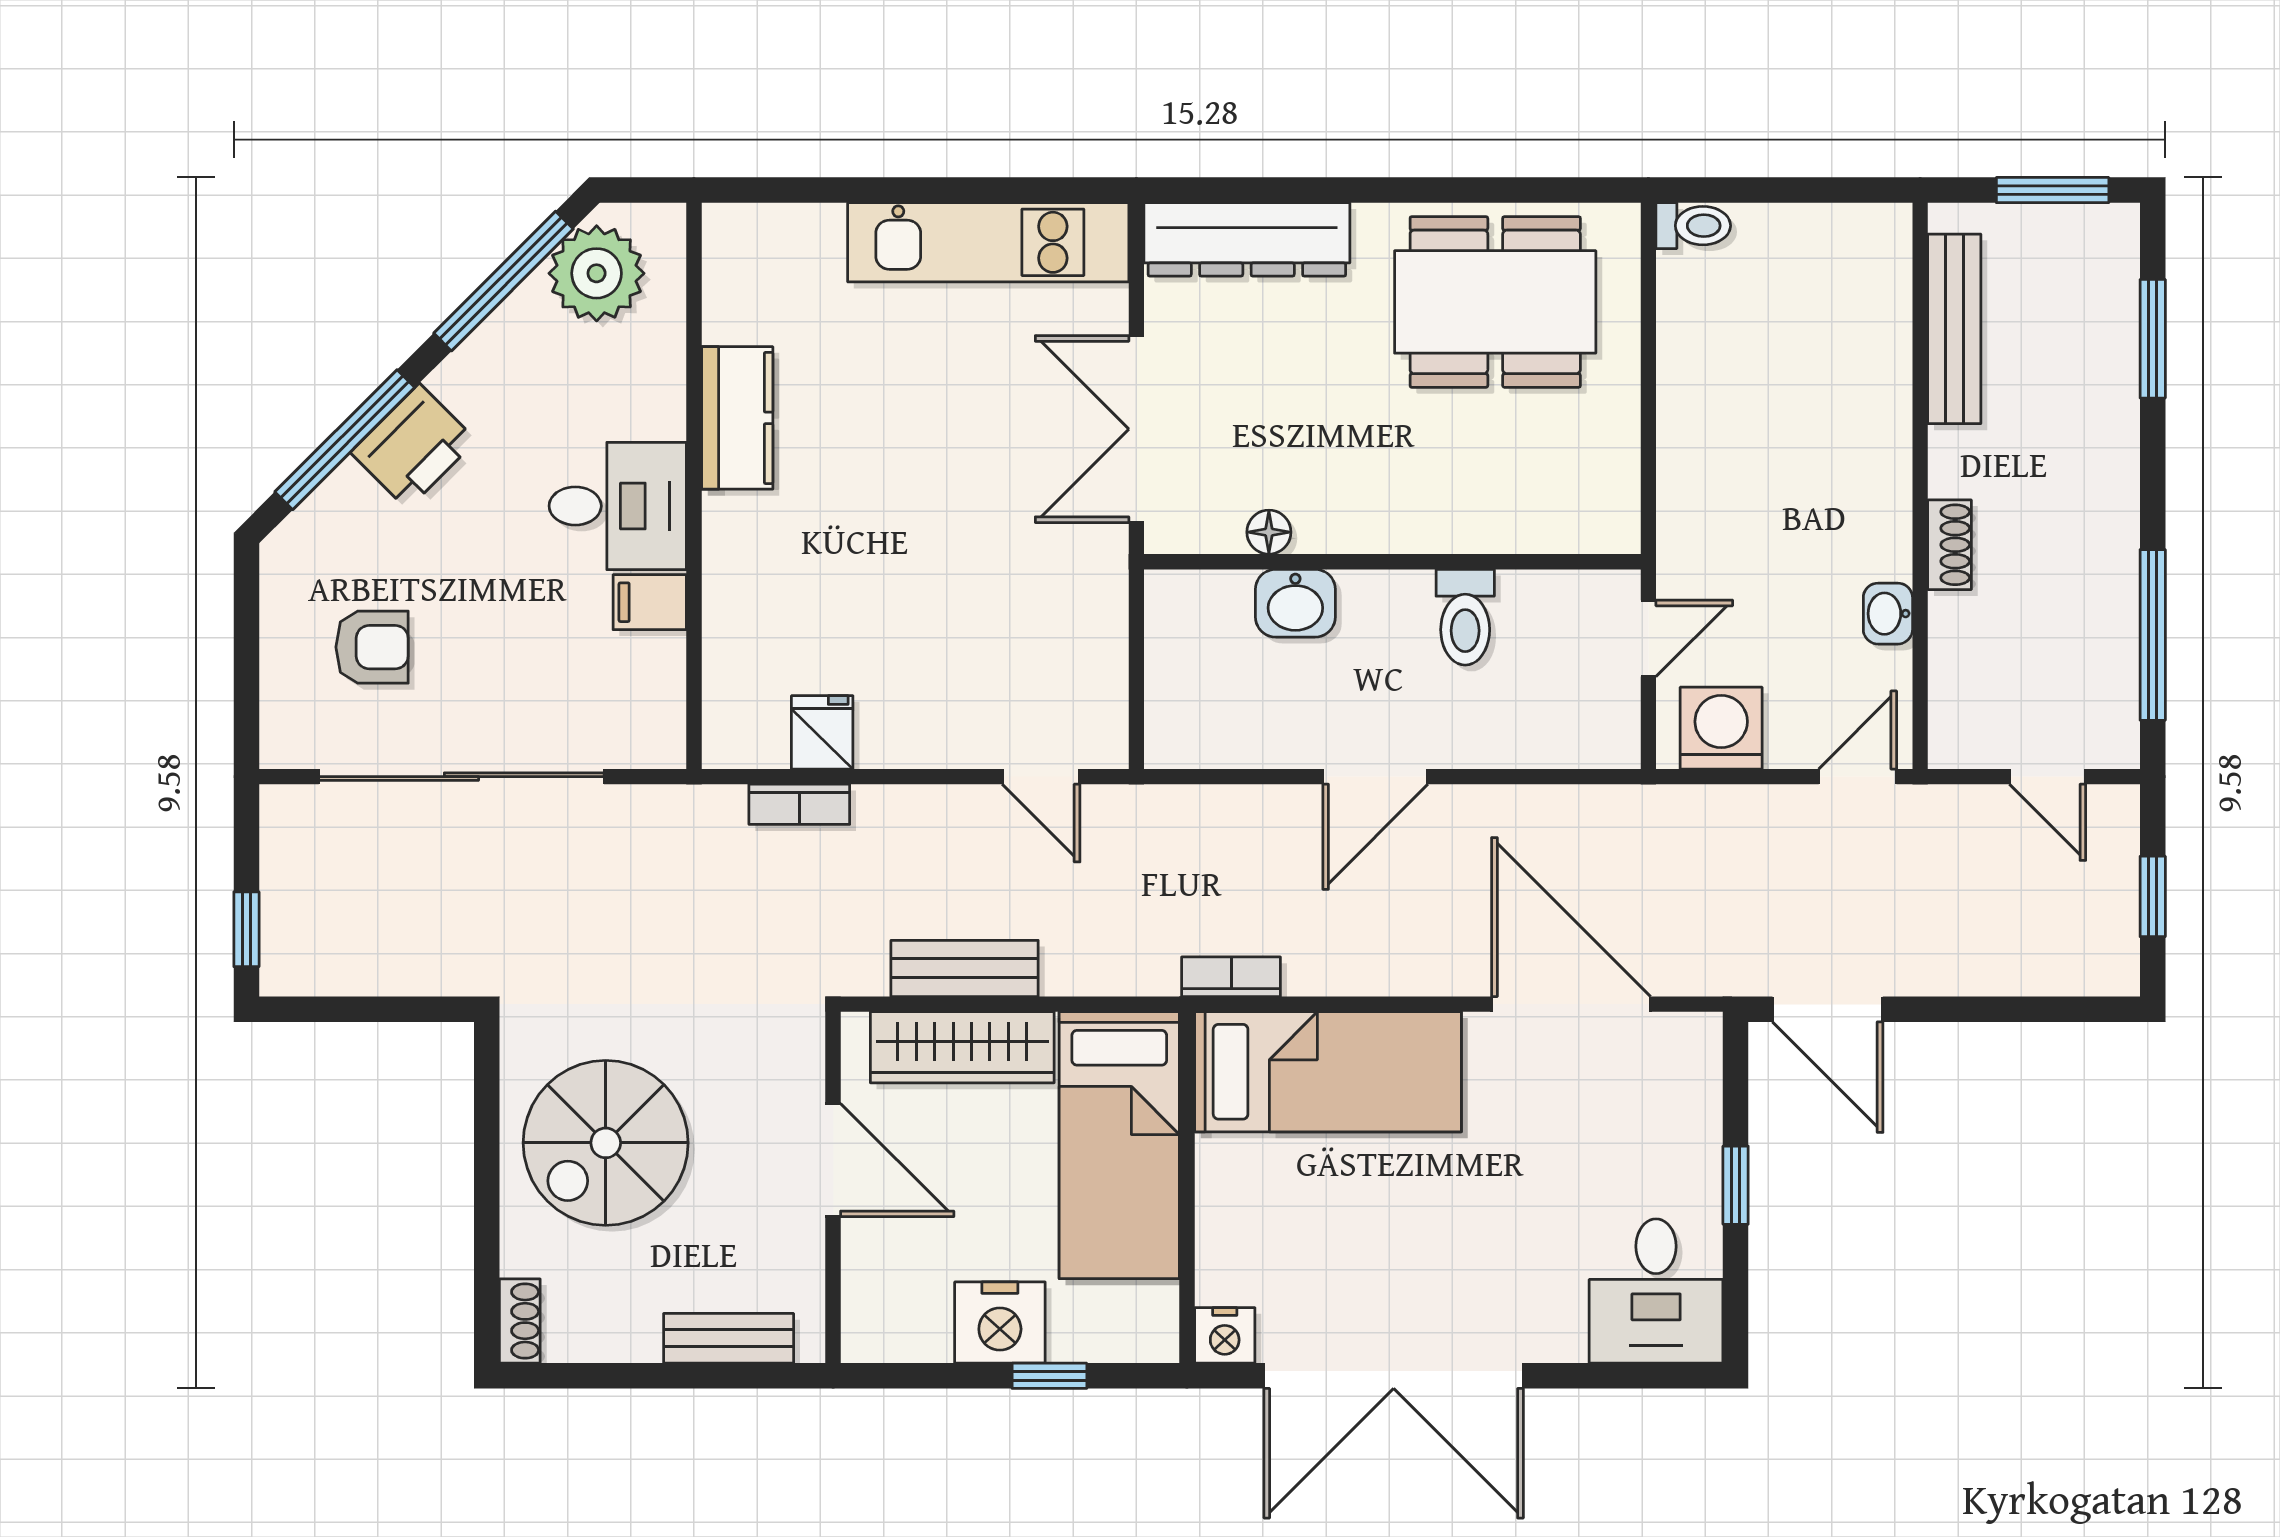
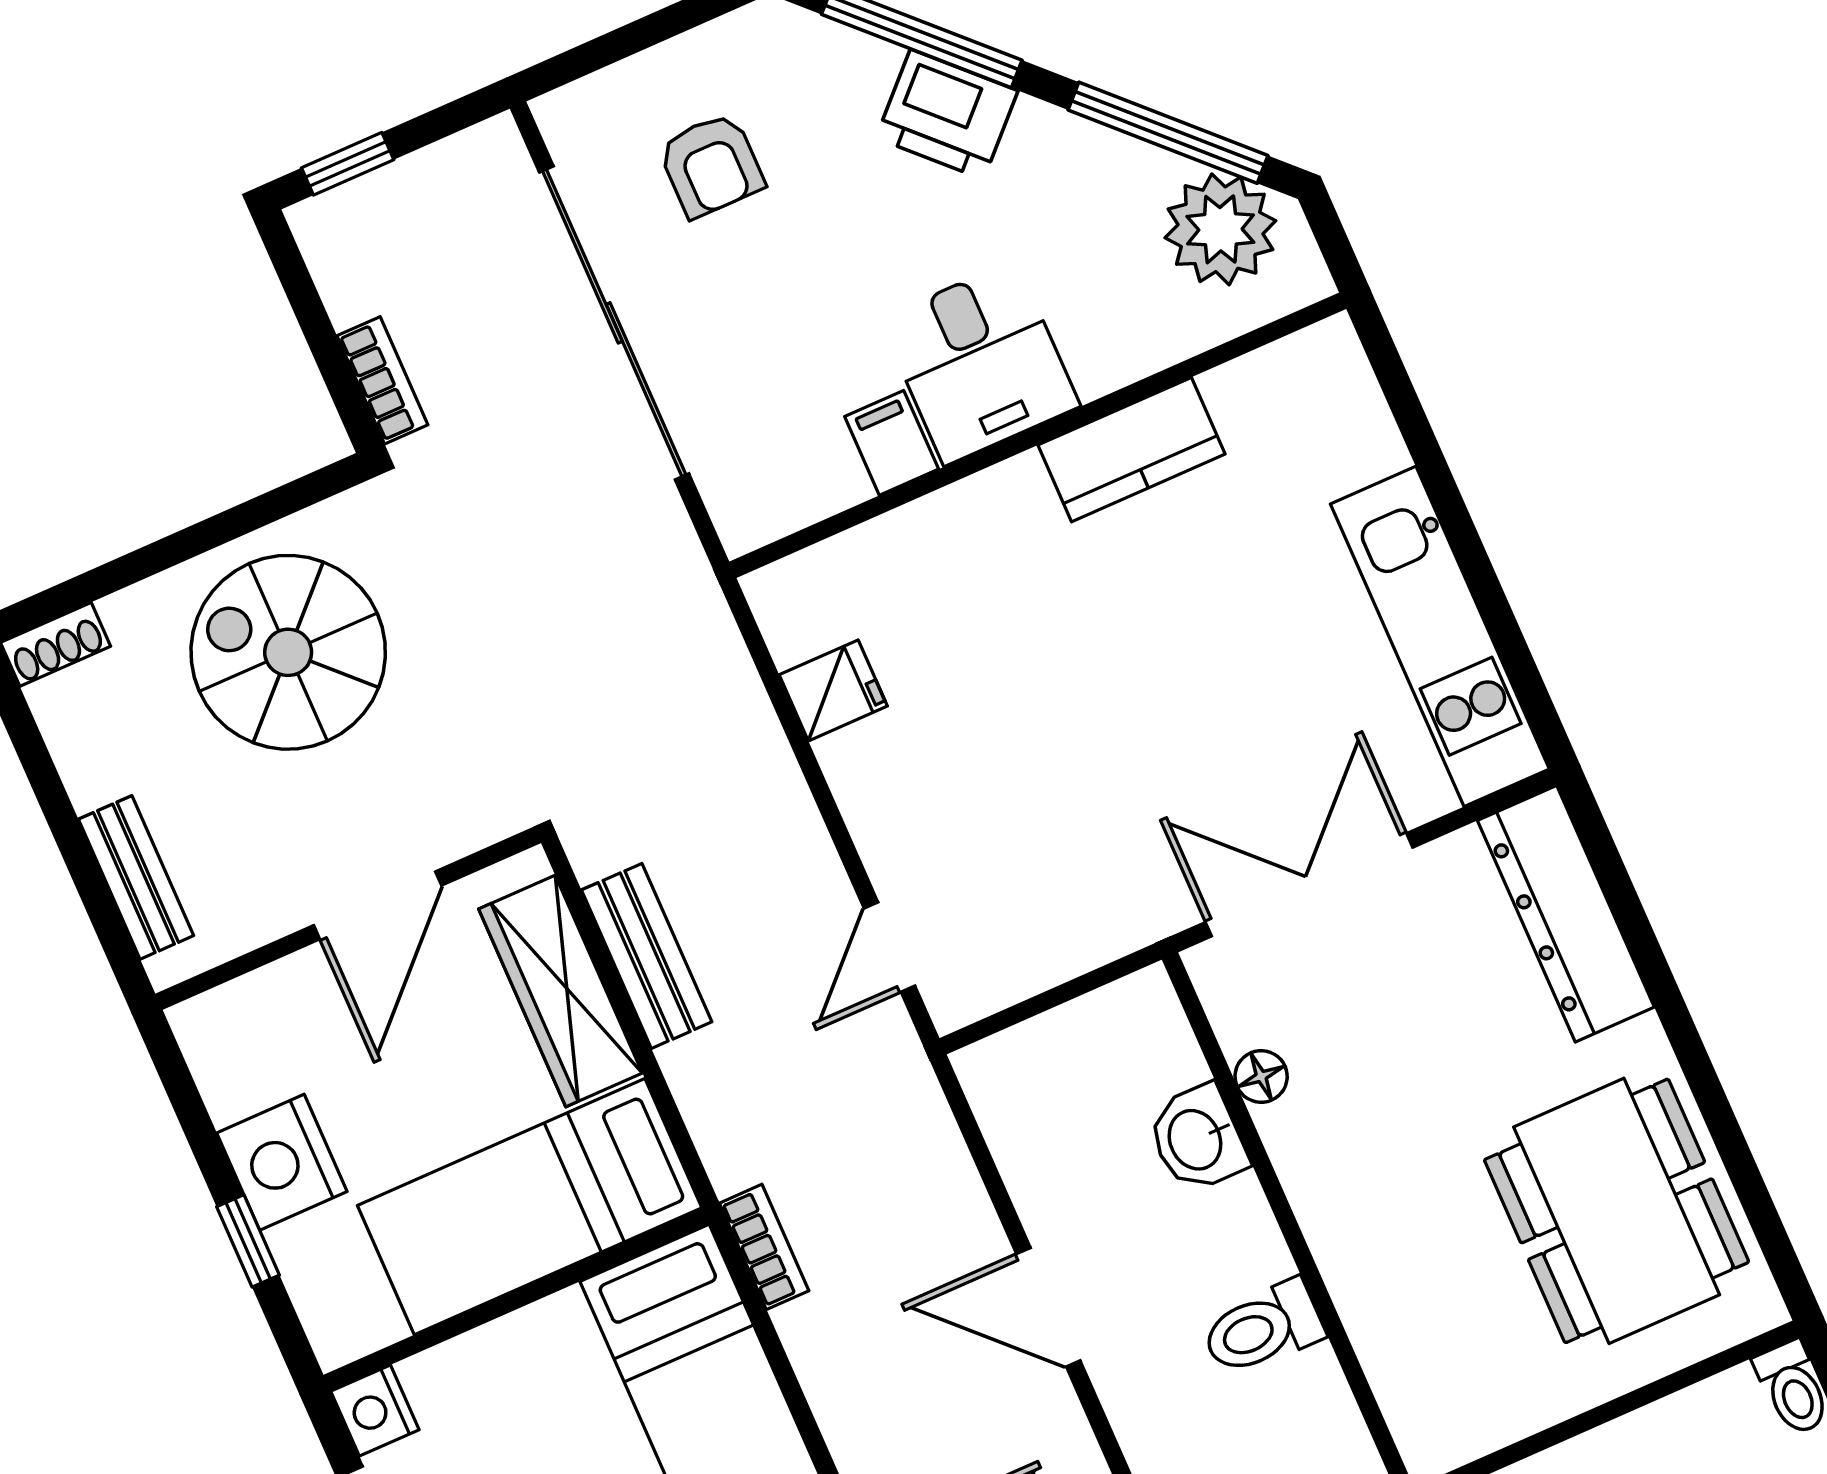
bookcase: (799, 804) -> (382, 380), moved, turned 180

